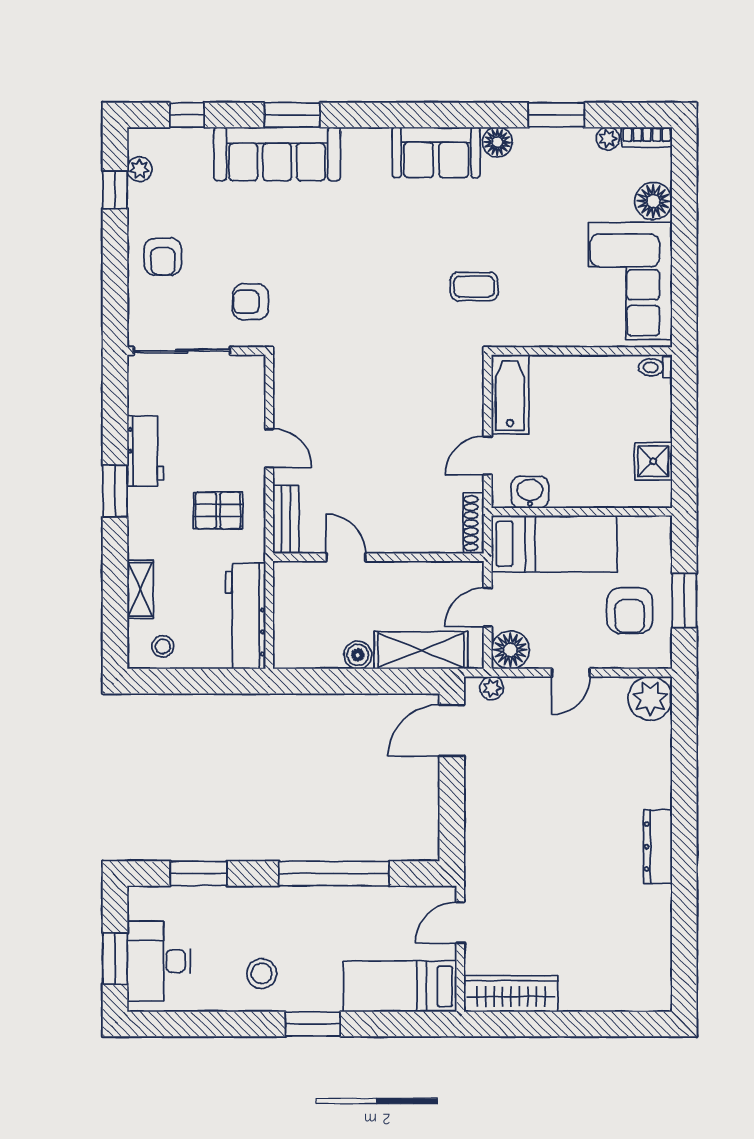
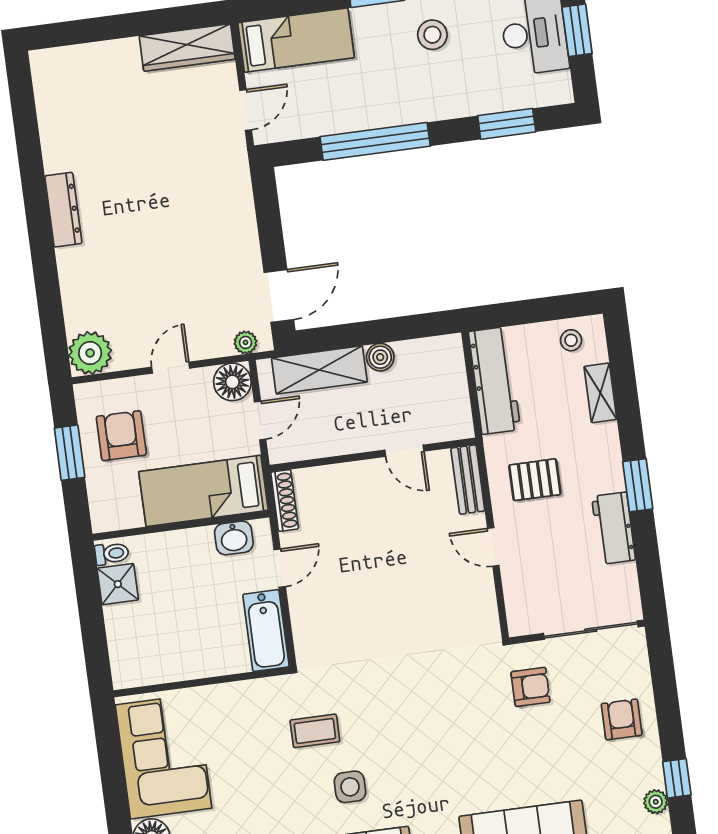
side table: (446, 225) -> (350, 787), added
toilet: (655, 367) -> (112, 554), moved

